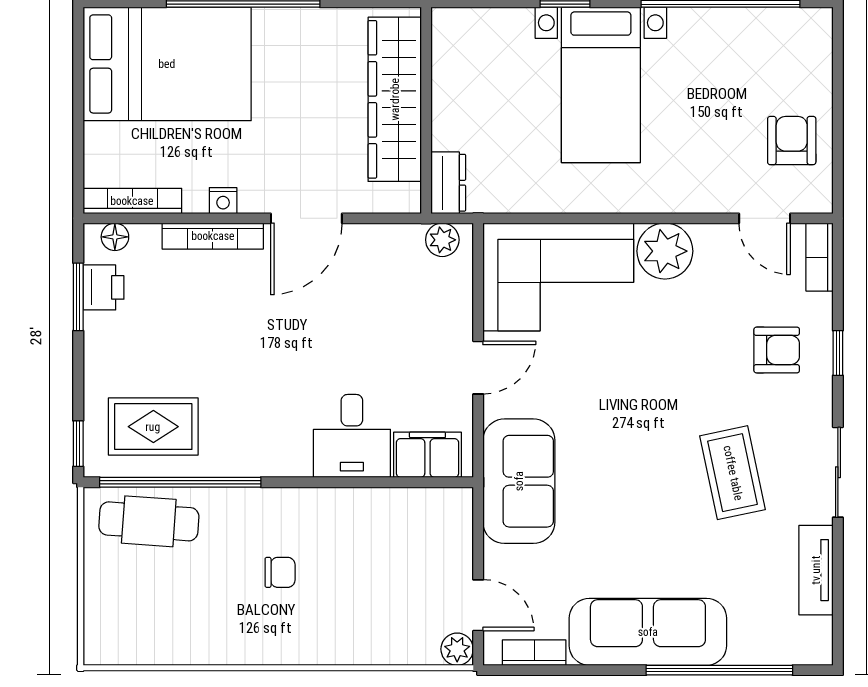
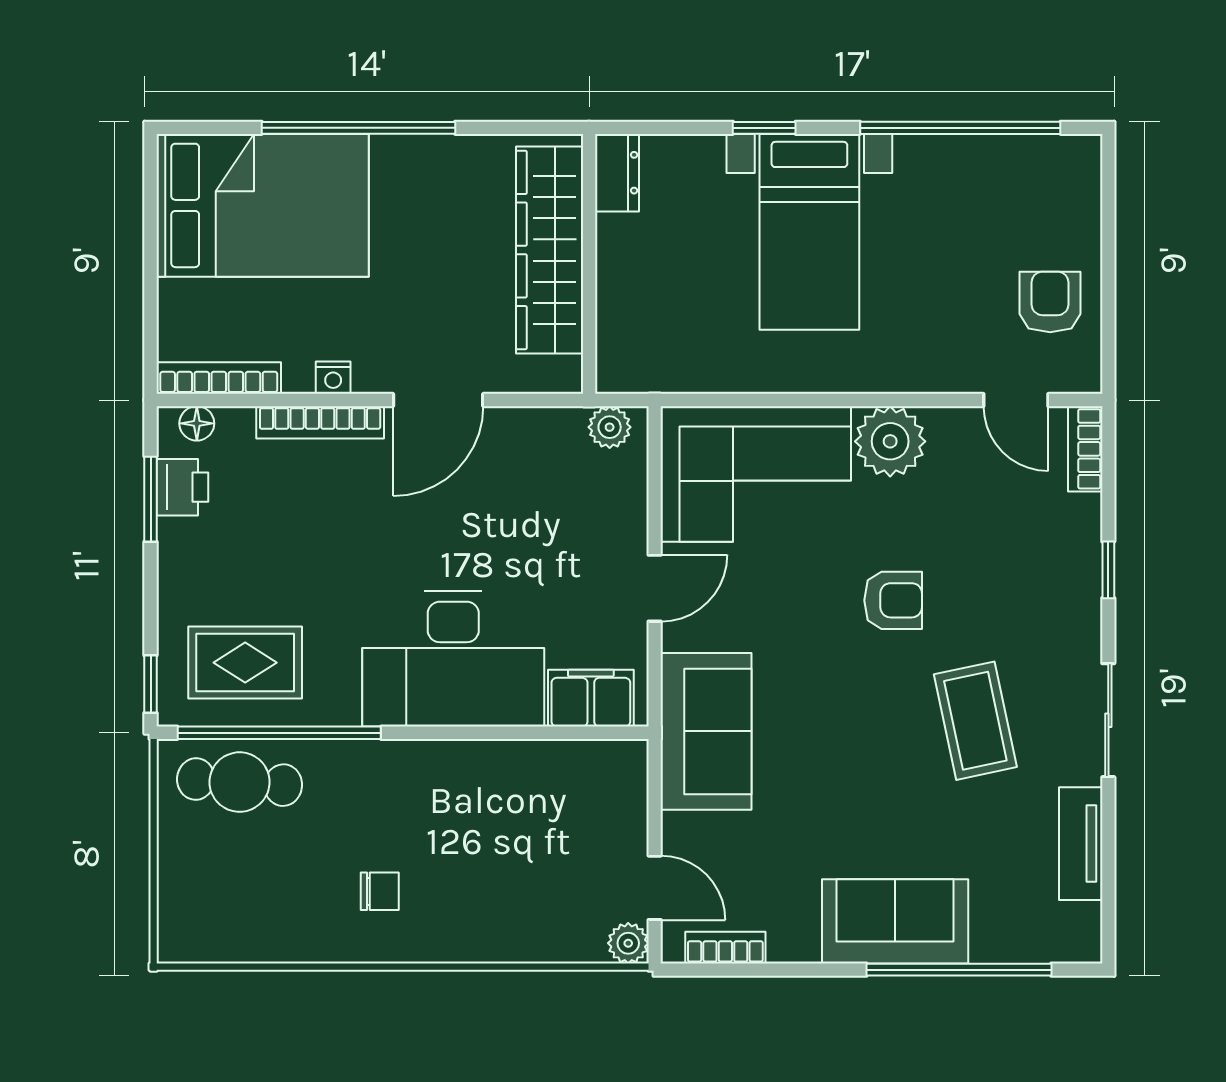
dresser: (448, 183) -> (617, 173), moved
armchair: (777, 350) -> (893, 600), moved
desk: (352, 436) -> (453, 659), width x1.87, depth x1.30
chair: (280, 572) -> (380, 891), moved
sofa: (648, 632) -> (895, 921), width x0.73

